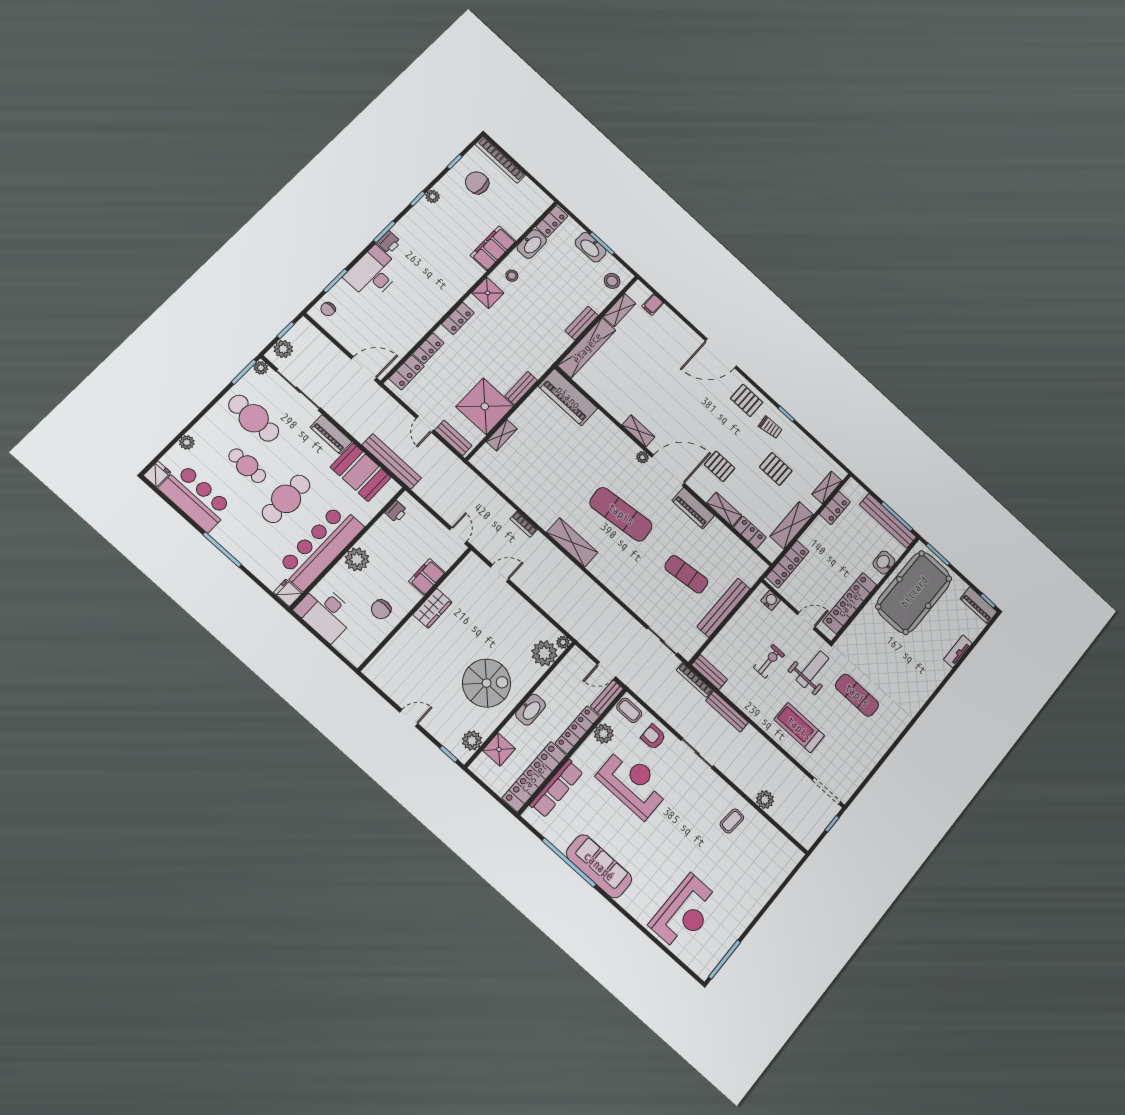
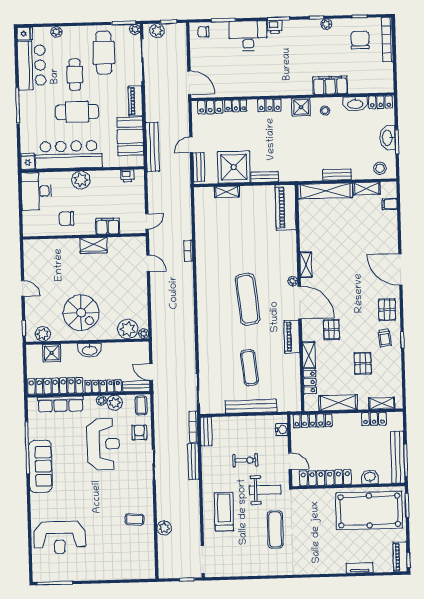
shelving: (572, 542) -> (205, 287), removed
plant: (589, 745) -> (101, 400), added

